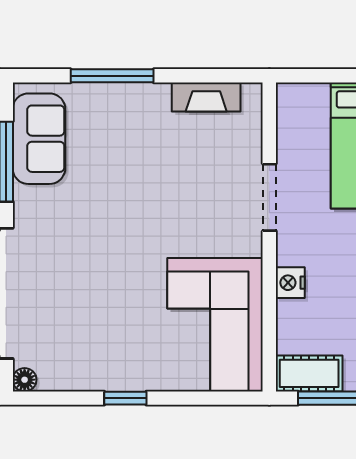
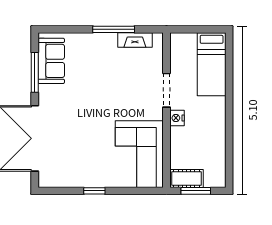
window: (112, 76) -> (114, 29), moved
nightstand: (290, 283) -> (177, 118), moved
floor lamp: (25, 380) -> (44, 182), removed

